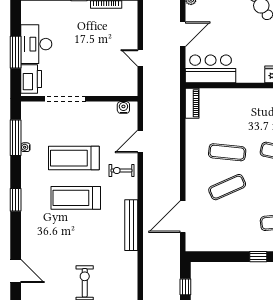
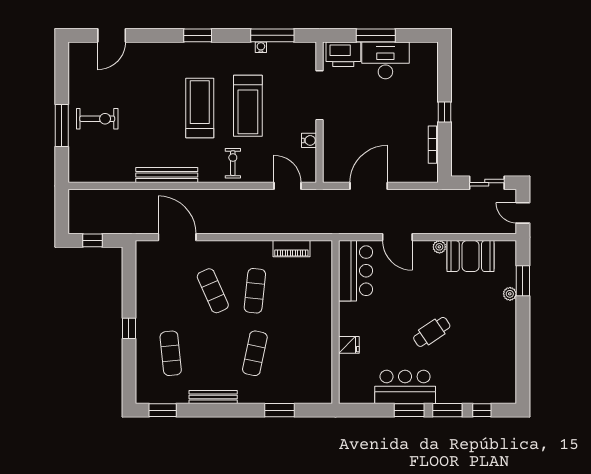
door: (140, 58) -> (369, 186), width x1.87
piano: (192, 103) -> (291, 249), moved
water cooler: (123, 107) -> (309, 140), moved
door: (140, 141) -> (288, 186), moved
treadmill: (74, 158) -> (248, 106), turned 180

